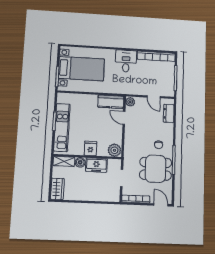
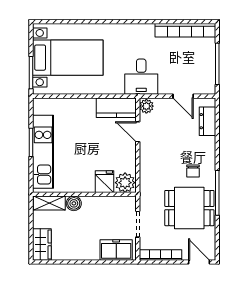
desk: (126, 61) -> (141, 77), moved, turned 180
fridge: (90, 148) -> (105, 182), moved
freezer: (96, 165) -> (116, 250), moved, turned 180

